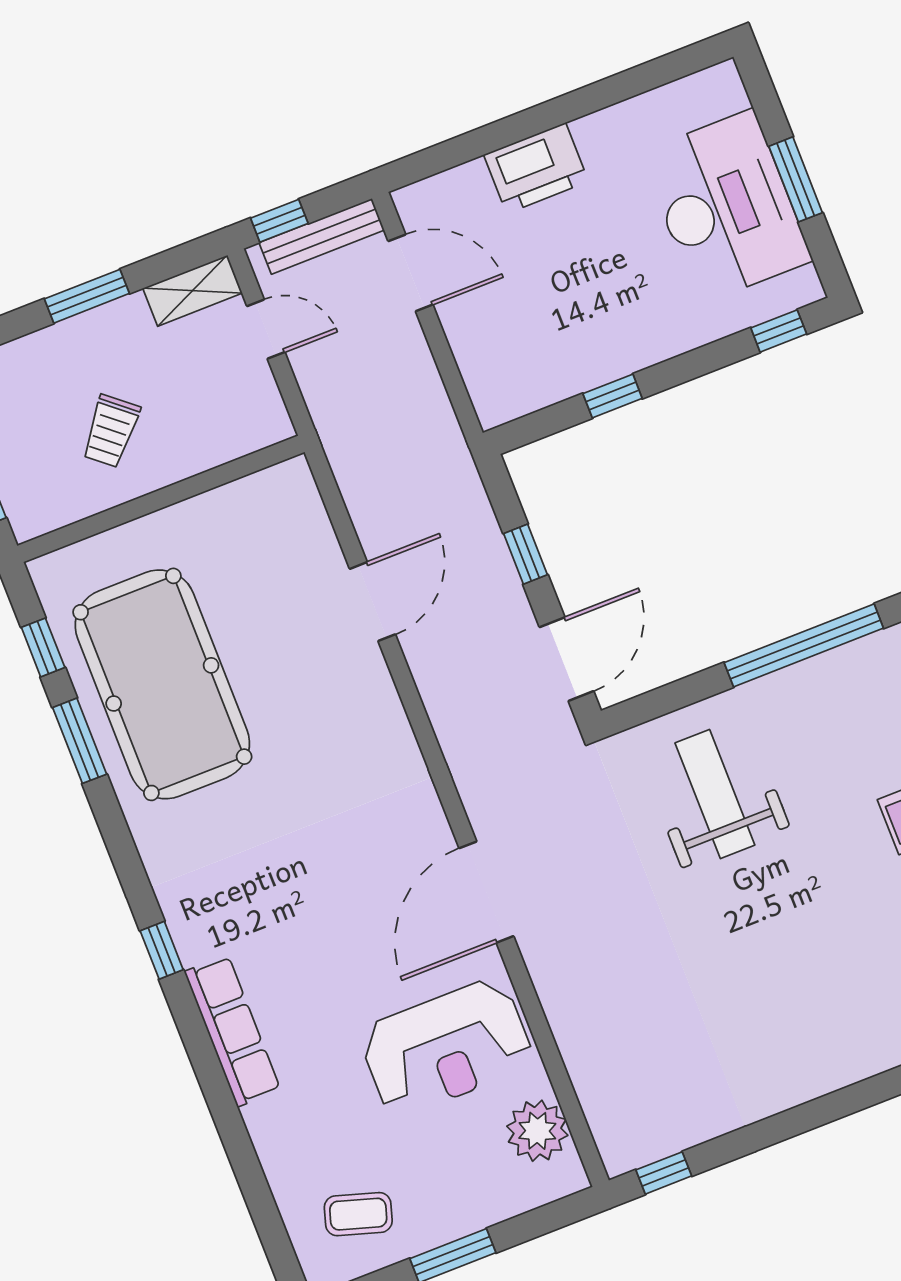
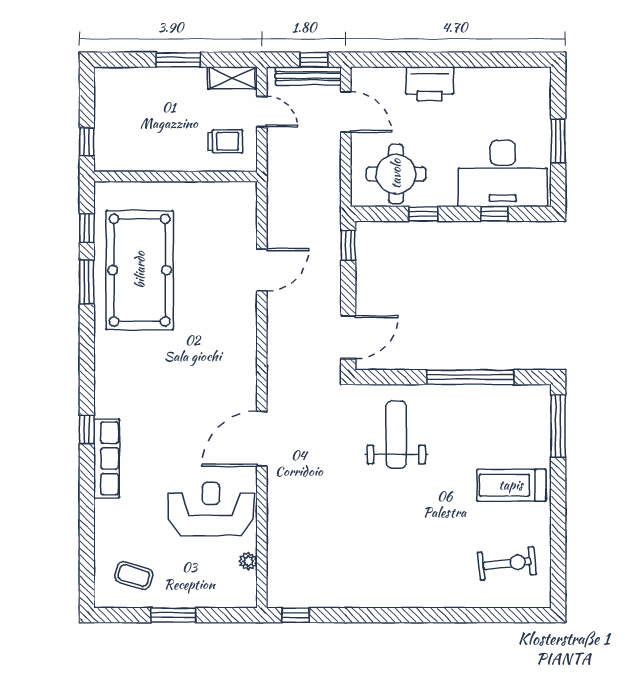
desk: (726, 207) -> (503, 173), moved, turned 90
window: (279, 221) -> (314, 60), moved
window: (779, 331) -> (494, 214), moved
round table: (539, 346) -> (396, 174), added
trolley: (111, 431) -> (225, 141), moved, turned -130
window: (525, 554) -> (348, 245), moved
window: (162, 950) -> (87, 429), moved
reception desk: (446, 1047) -> (211, 509), turned 180
plant: (537, 1131) -> (248, 561), width x0.53, depth x0.53

